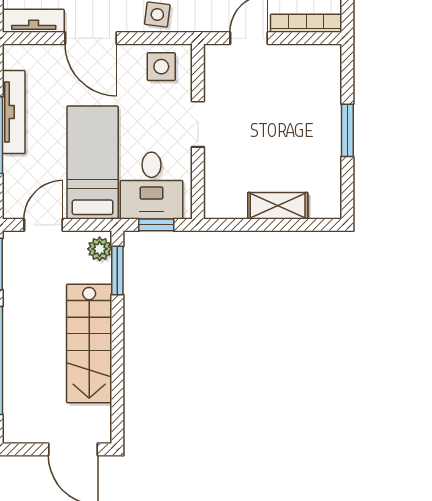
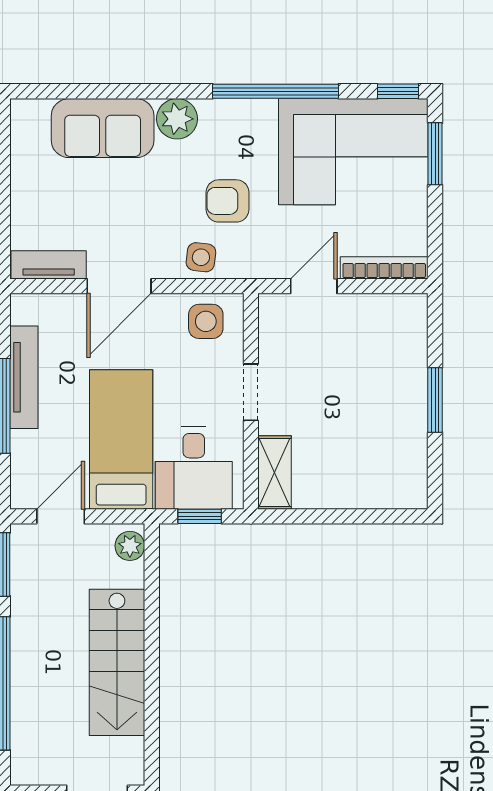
door: (91, 38) -> (119, 286), hinge flipped
shelving: (278, 206) -> (275, 472), moved, turned 90
window: (117, 271) -> (152, 573), removed

